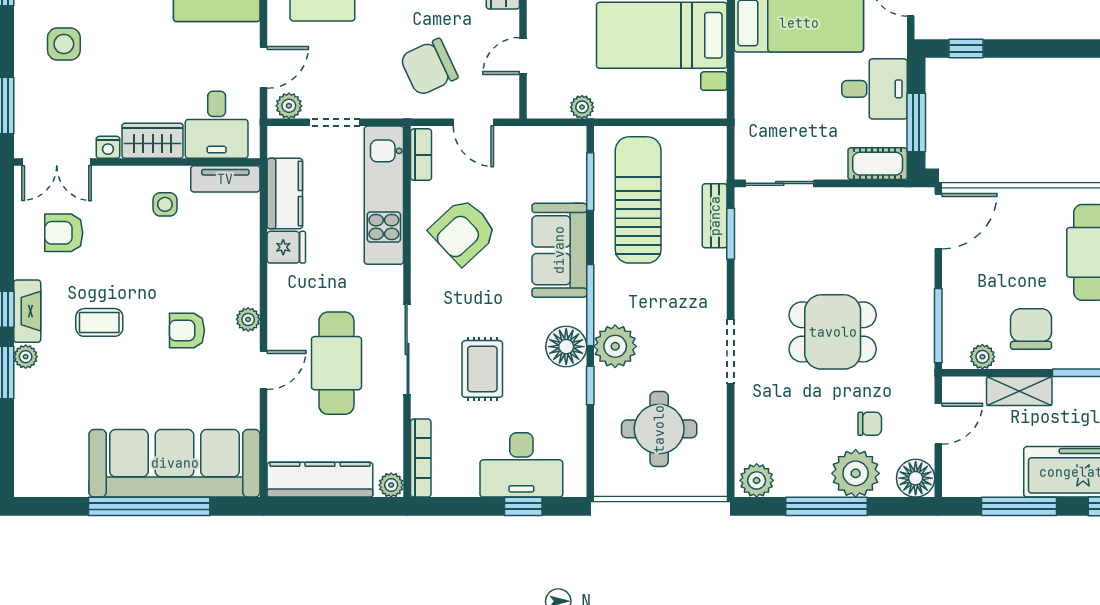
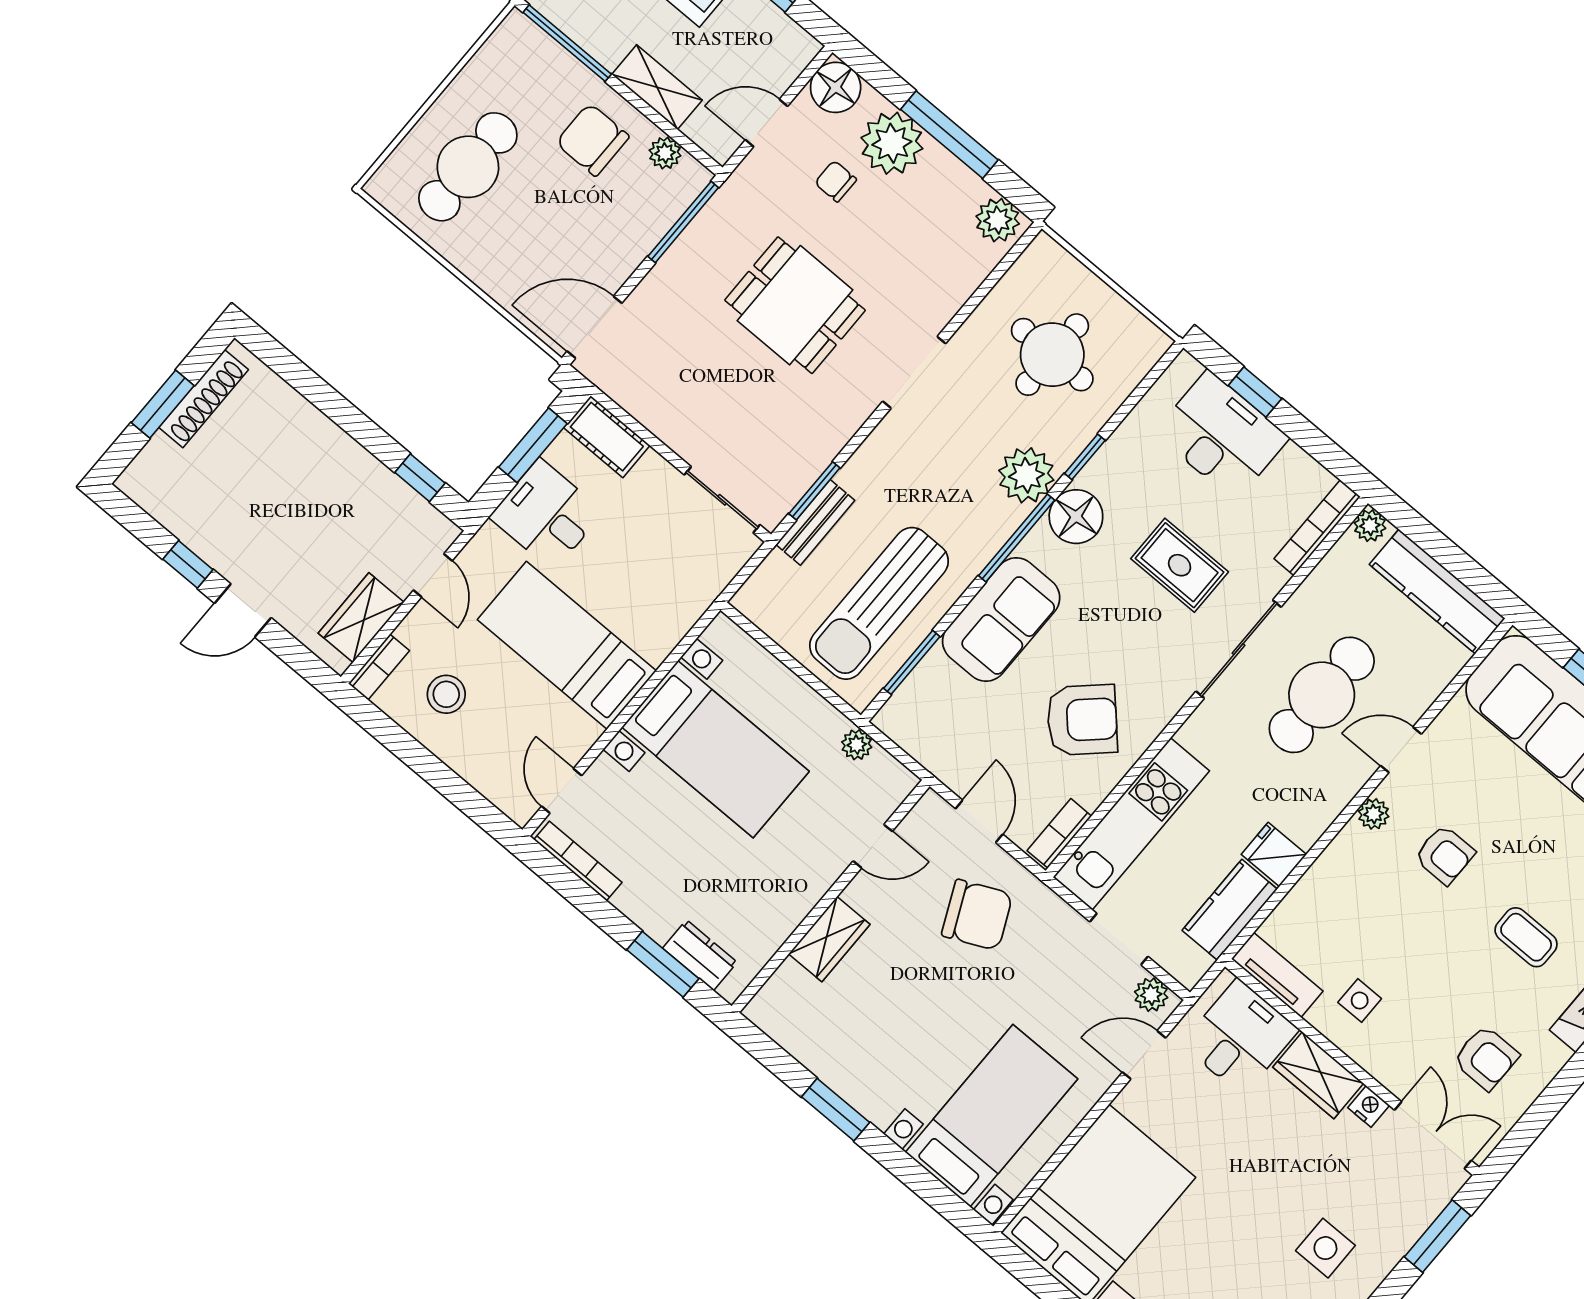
chair: (1031, 329) -> (592, 140), turned 90
rug: (482, 369) -> (1180, 565), turned 90

